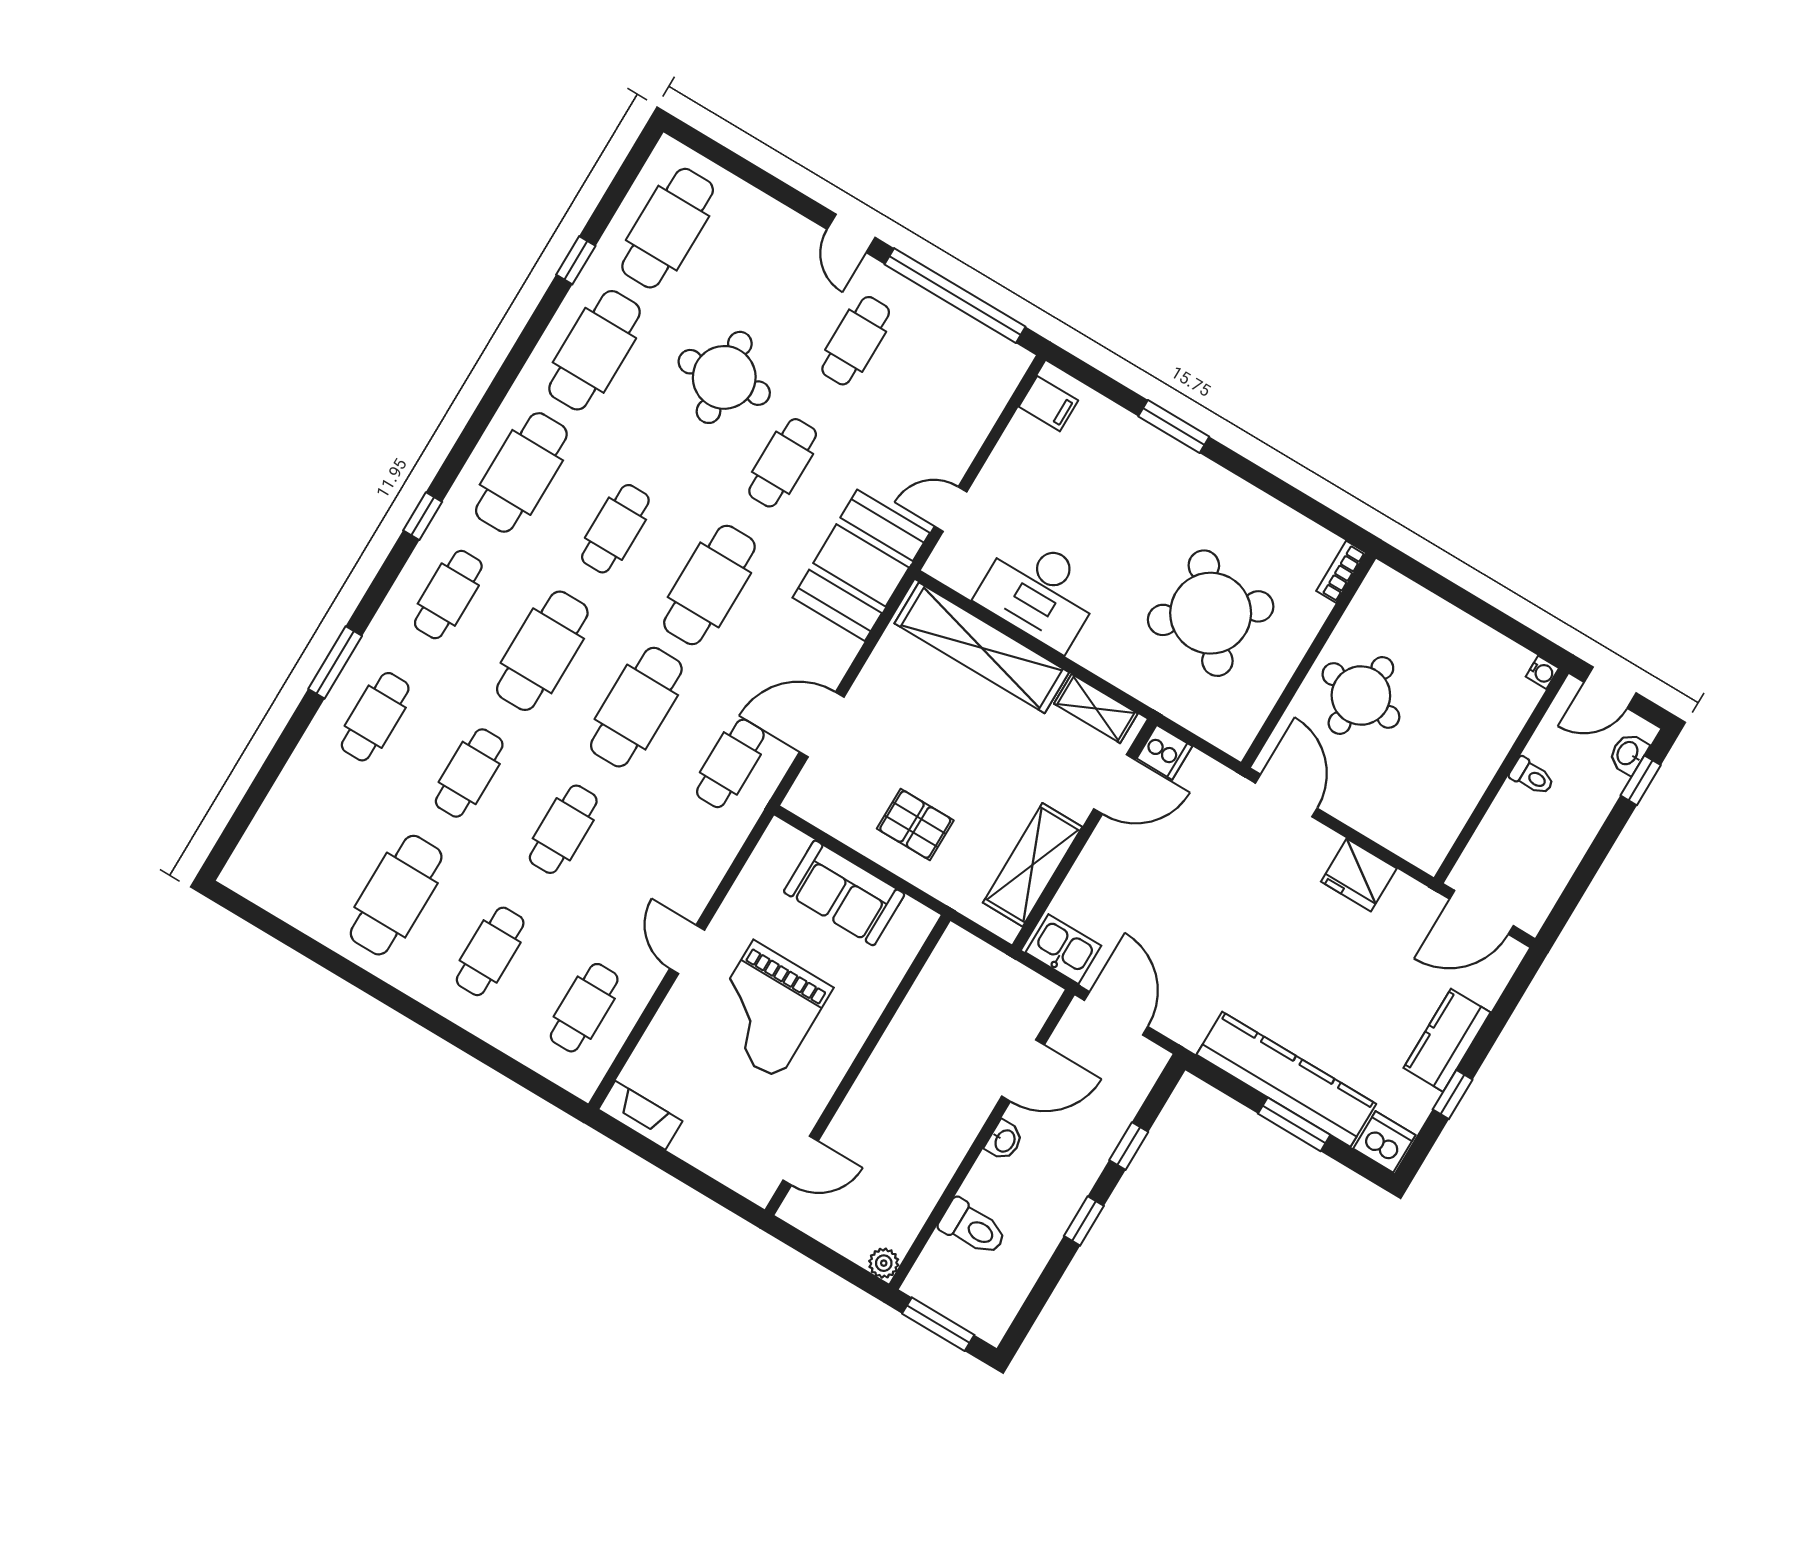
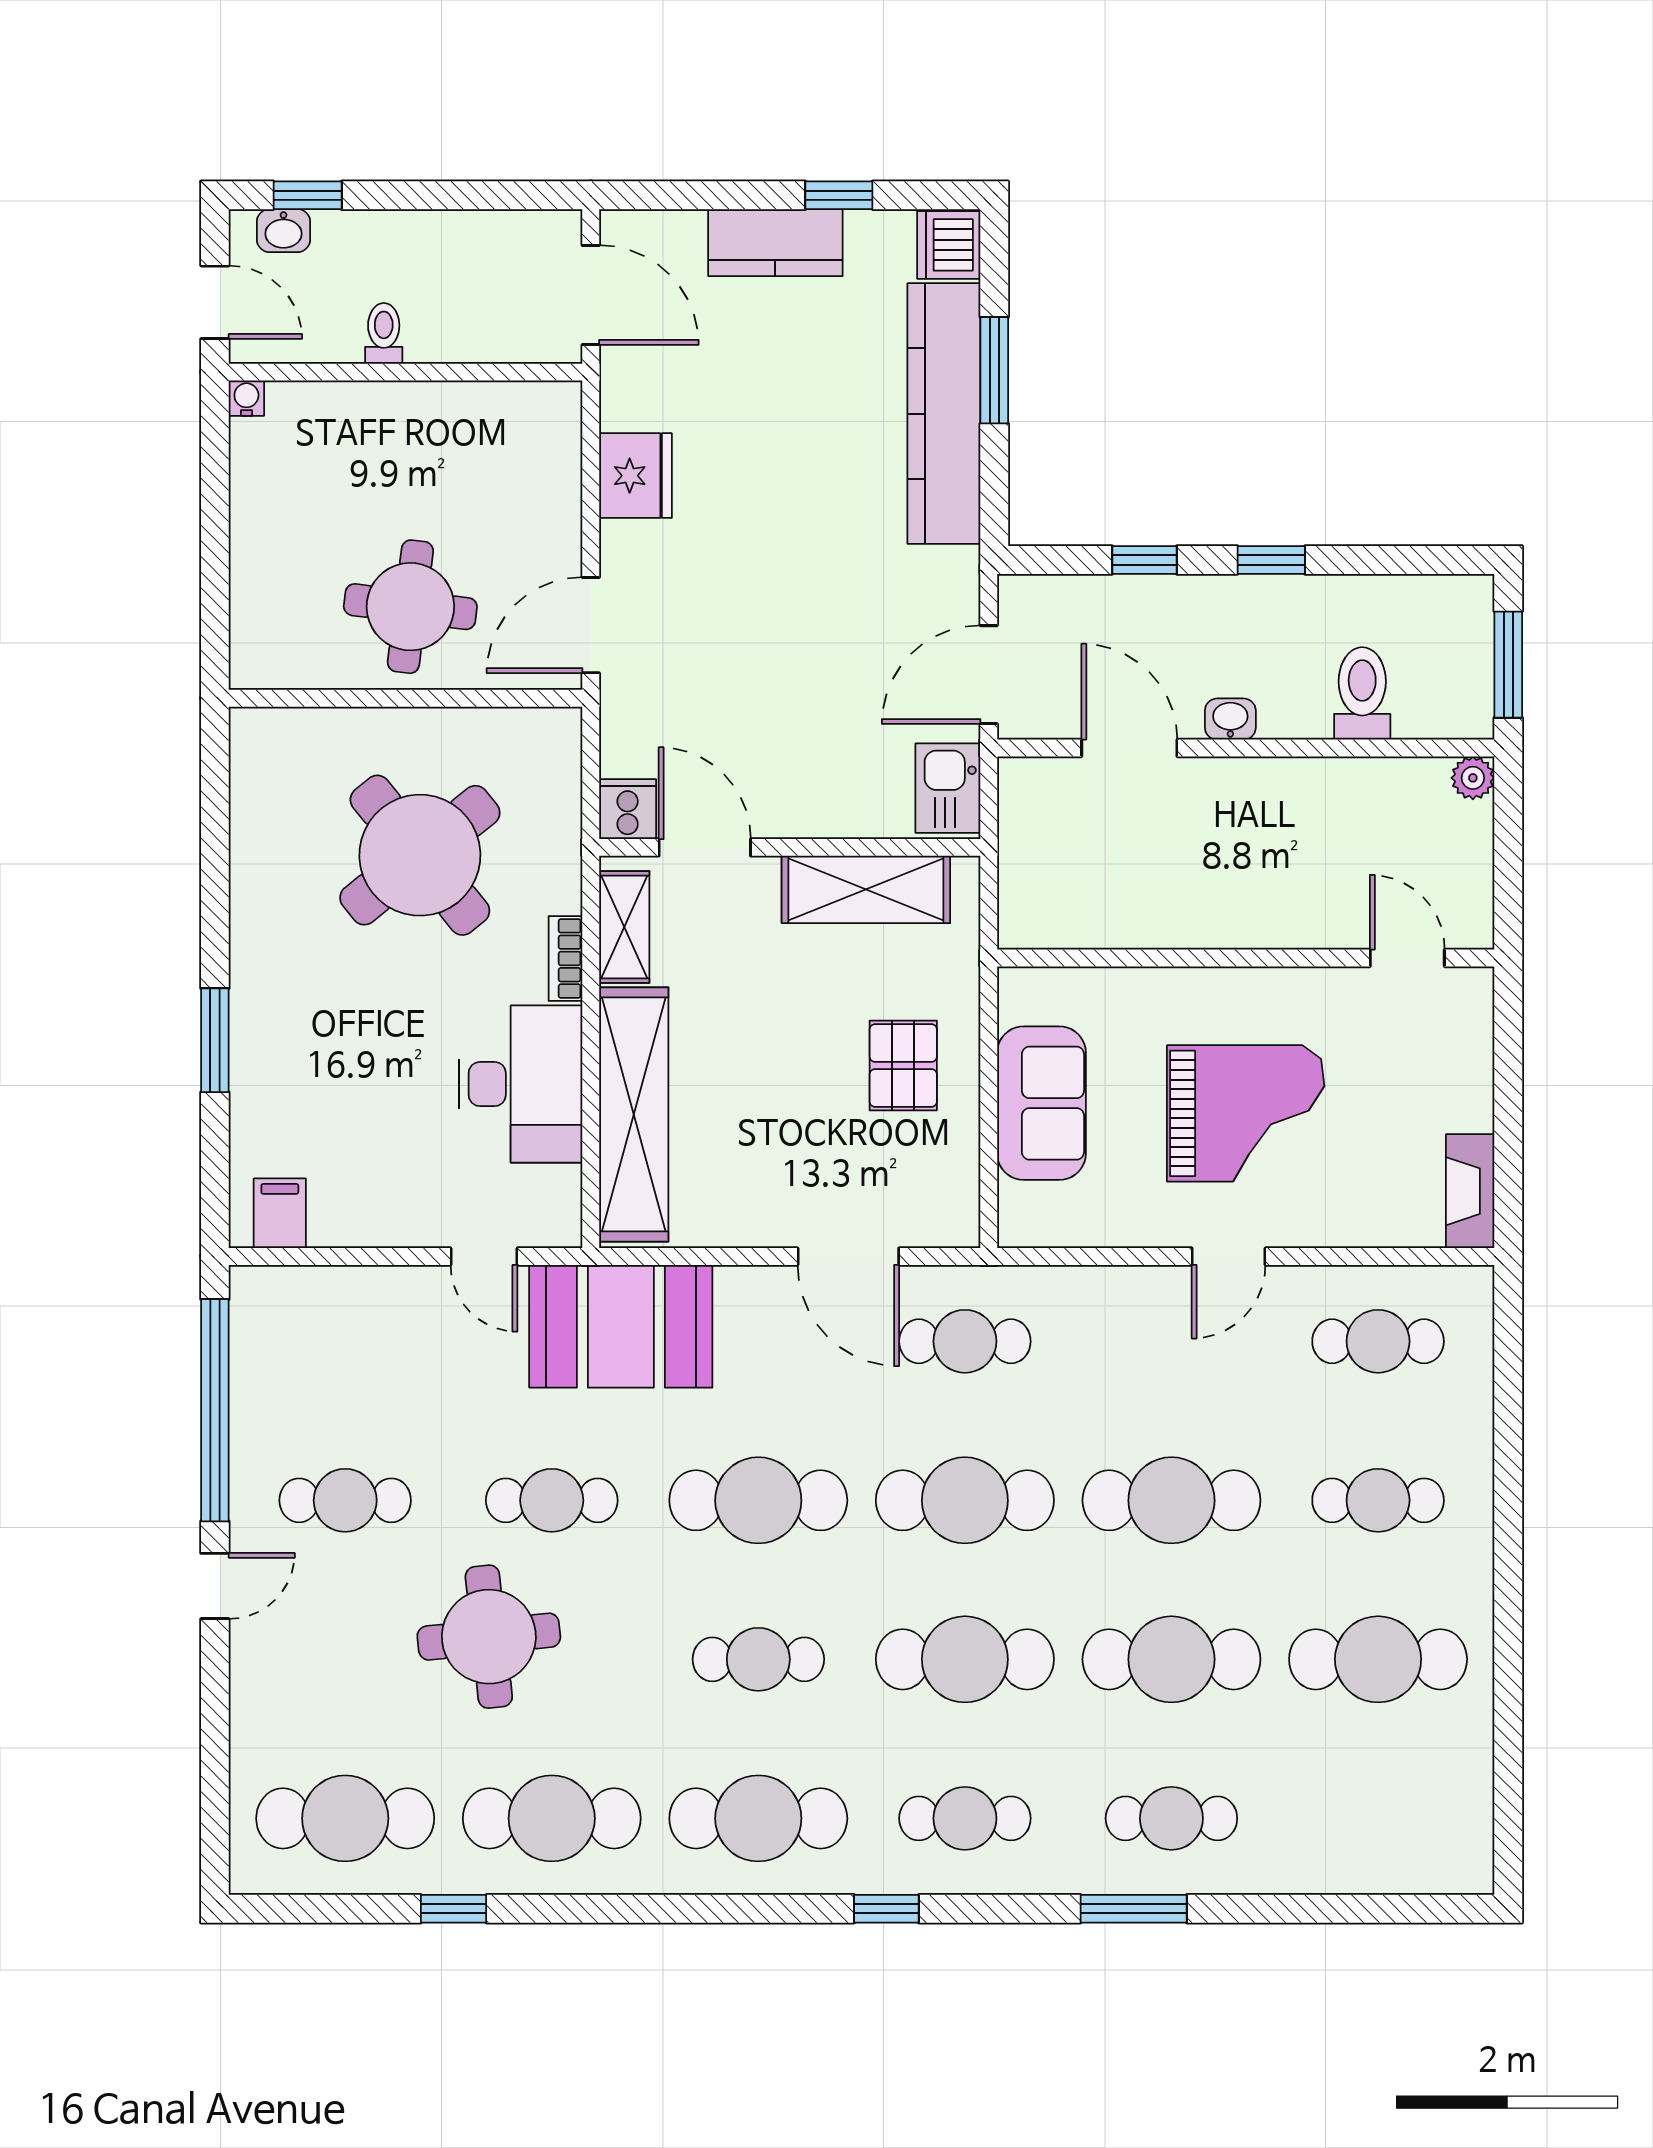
bookcase: (1341, 572) -> (565, 958), moved, turned 90
cafe table: (469, 773) -> (1171, 1659), width x1.37, depth x1.35
cafe table: (563, 829) -> (1171, 1500), width x1.37, depth x1.35

